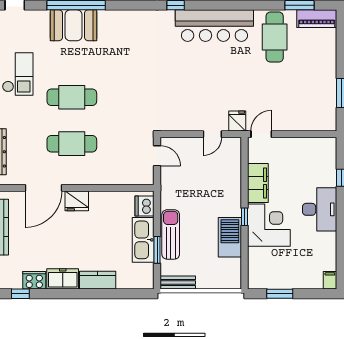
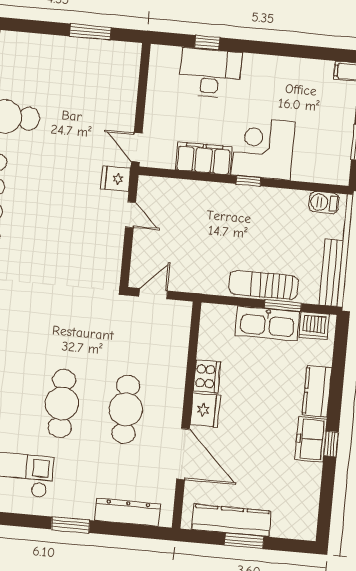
dishwasher: (145, 206) -> (314, 326), moved
desk: (320, 209) -> (210, 73), moved
barbecue: (230, 237) -> (324, 203), moved, width x0.53, depth x0.65
cooker: (34, 280) -> (207, 376), moved, turned 180
bench: (178, 282) -> (331, 273), width x1.36
window: (20, 294) -> (331, 444), moved

